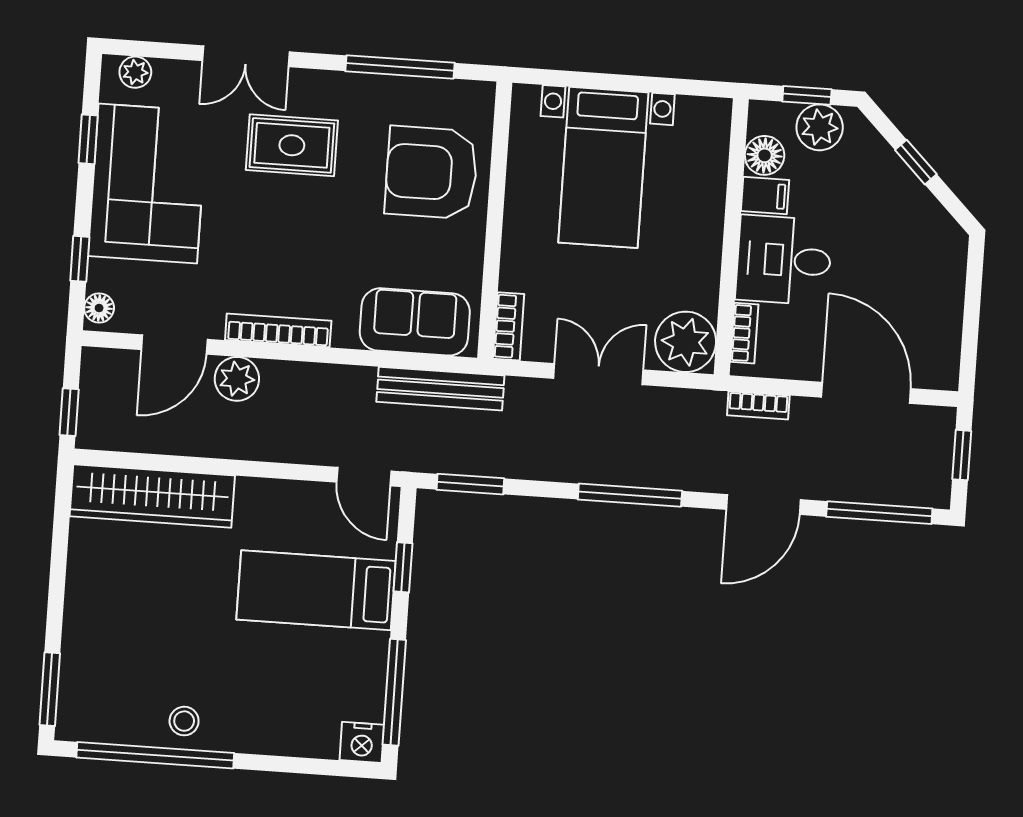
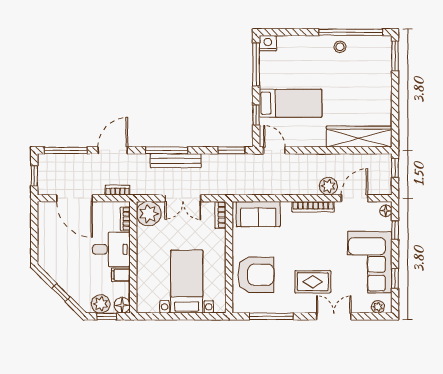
floor lamp: (765, 155) -> (122, 305), moved
bench: (440, 389) -> (176, 161), moved

